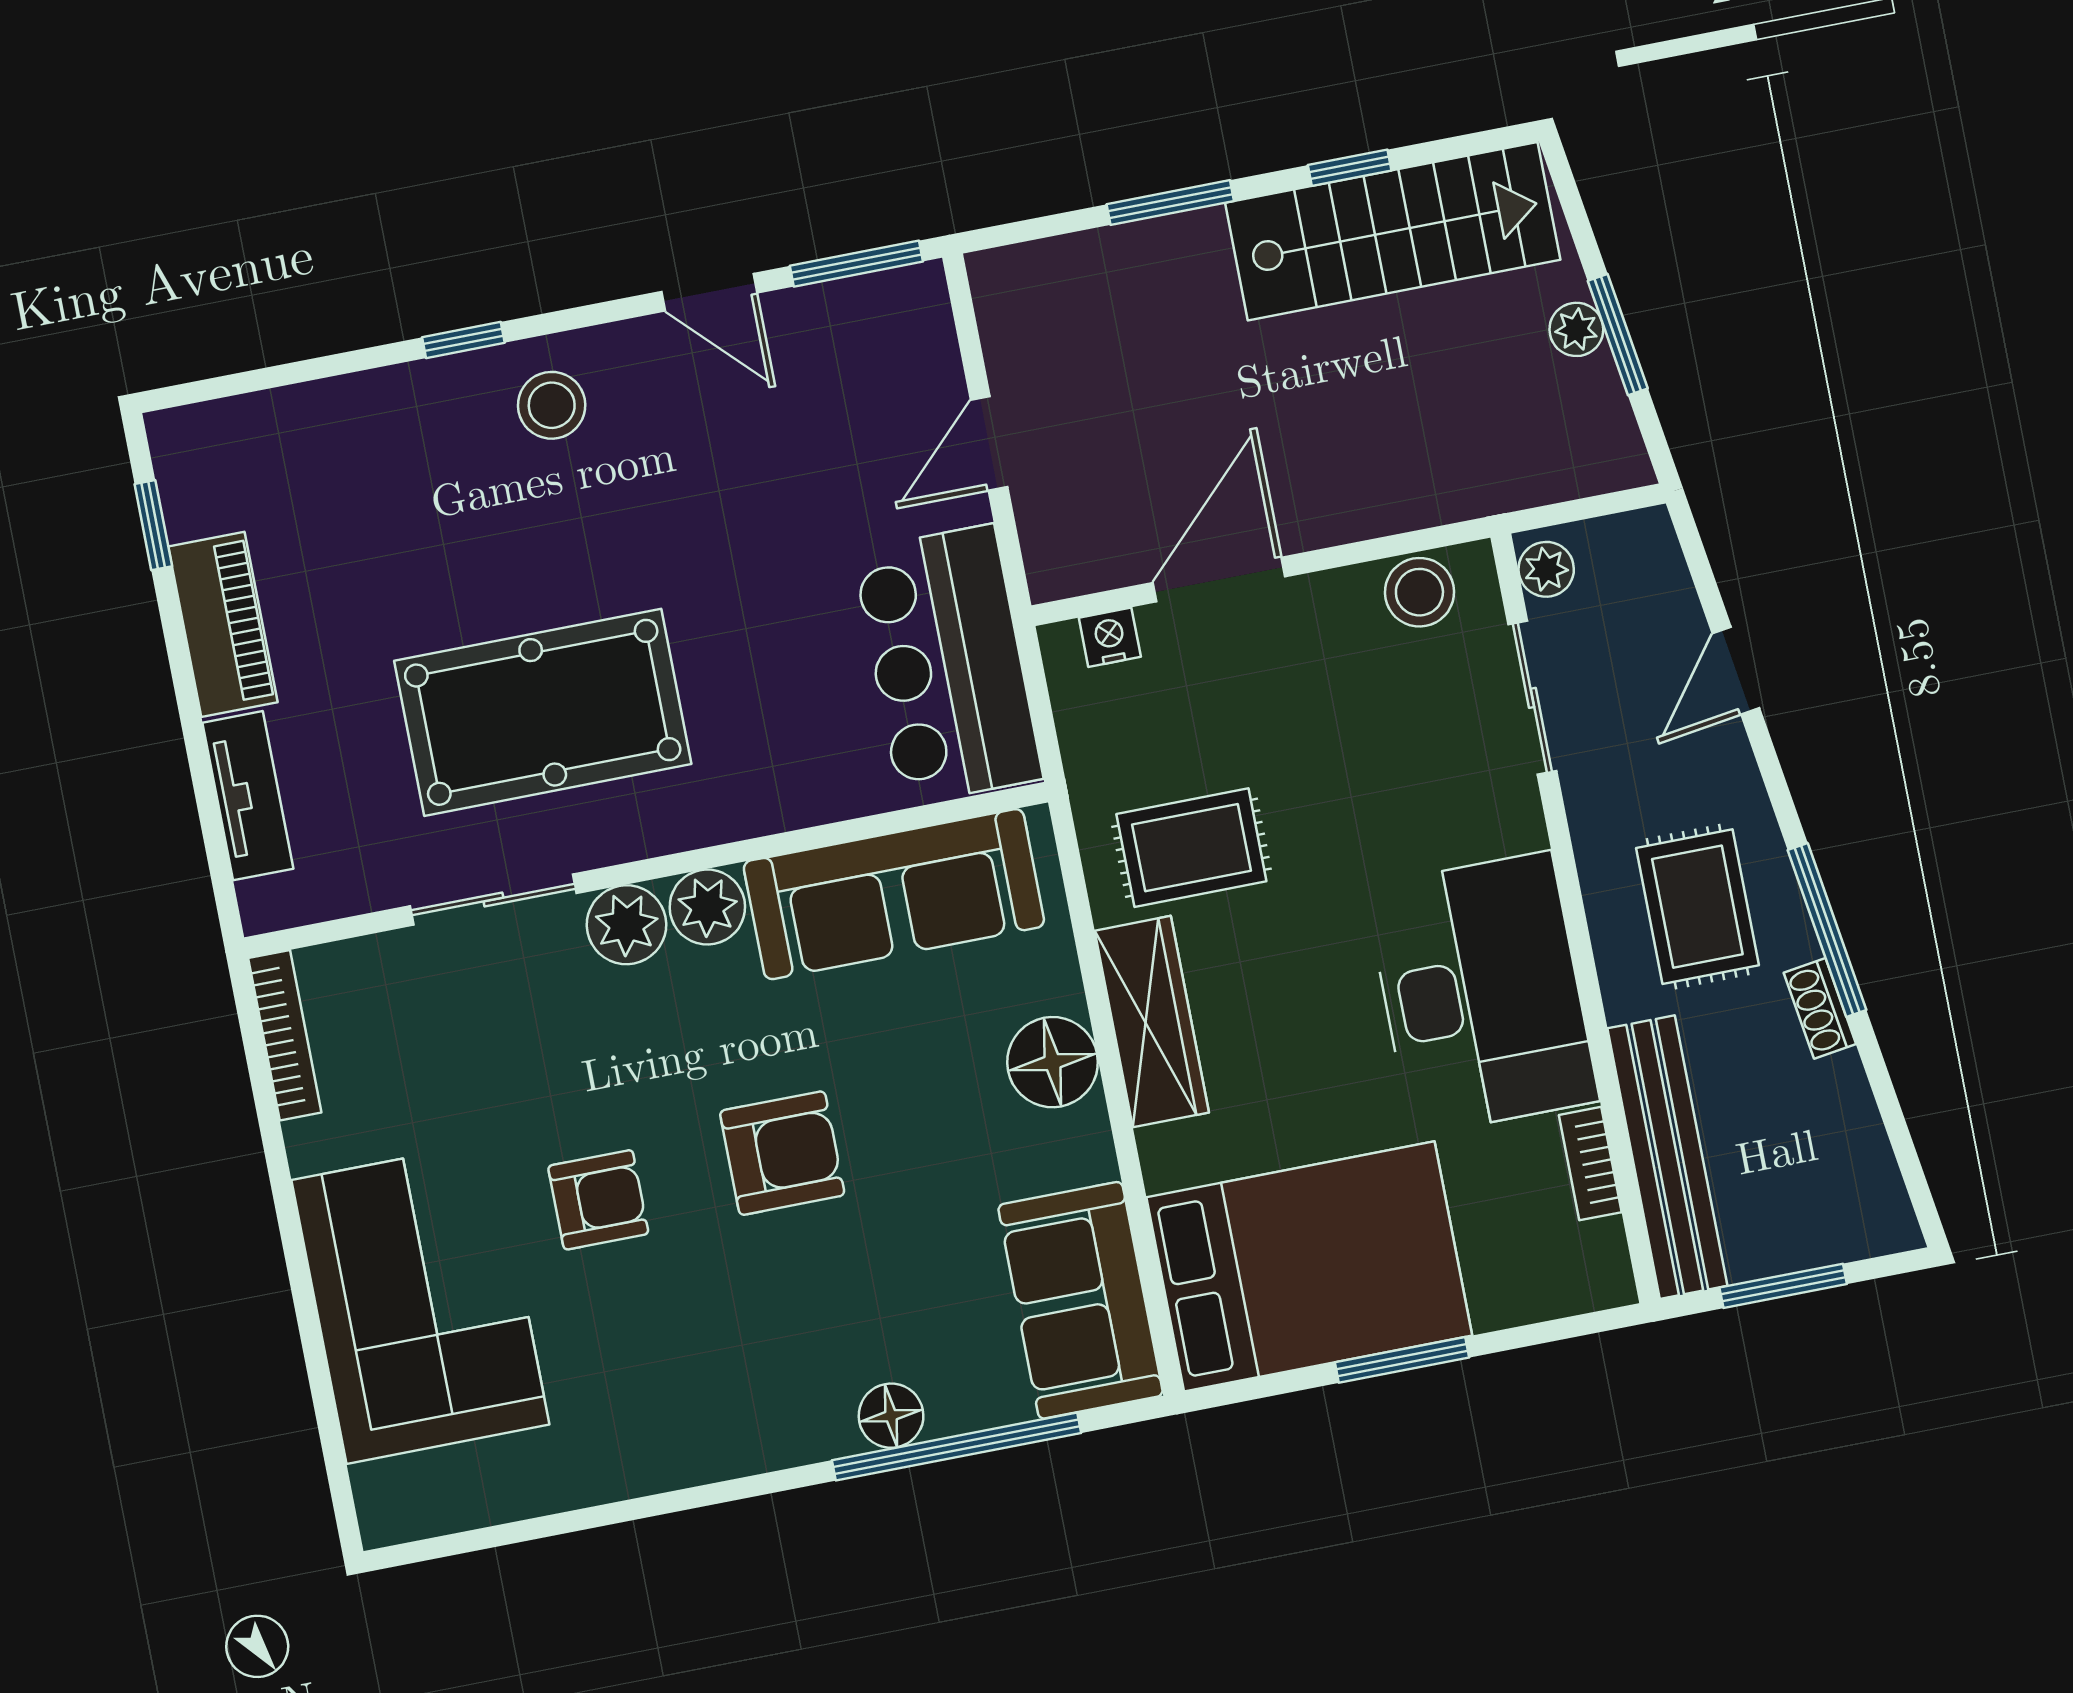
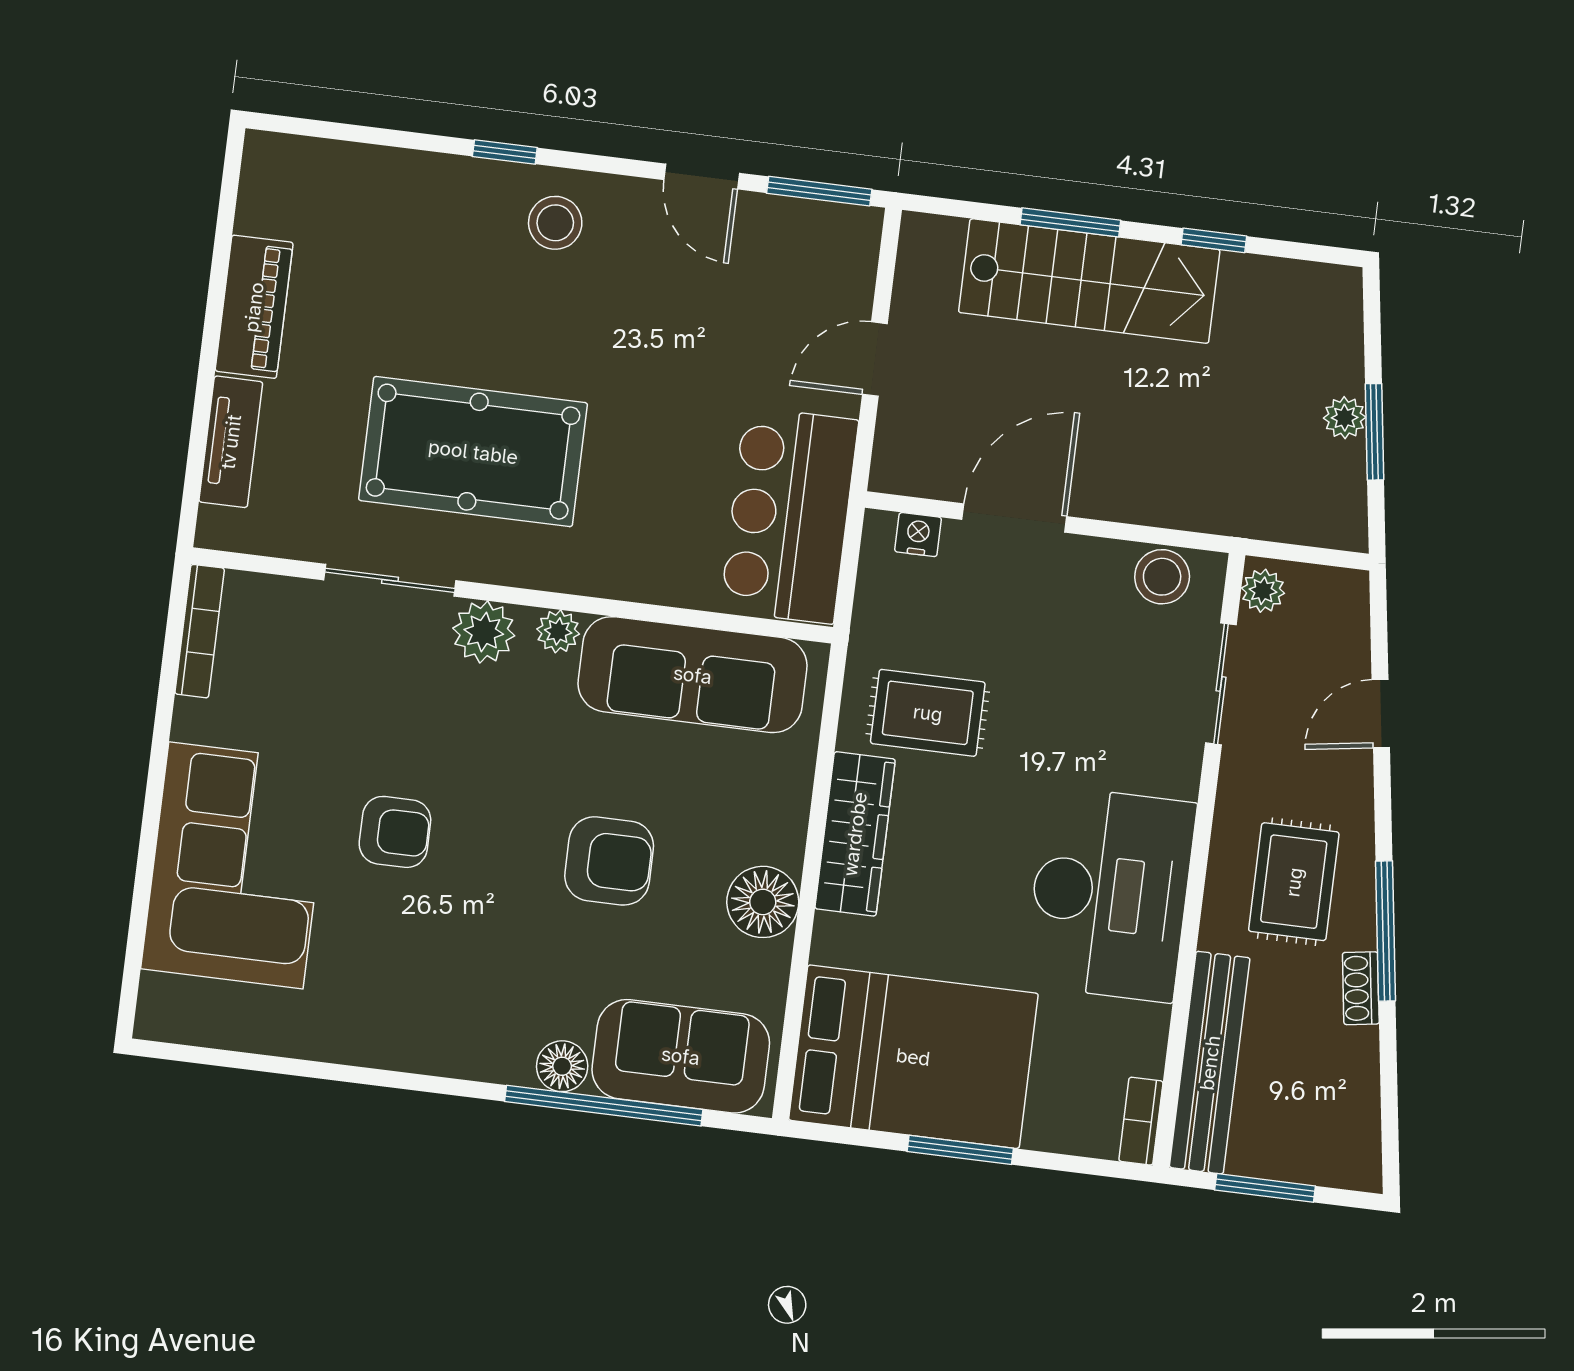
stairs: (1393, 231) -> (1089, 281), moved
window: (153, 525) -> (226, 215), removed
plant: (707, 907) -> (558, 631), width x0.73, depth x0.73
floor lamp: (1053, 1062) -> (763, 902), moved
armchair: (782, 1153) -> (609, 861), moved
bookcase: (1590, 1164) -> (1141, 1121), moved
sofa: (1080, 1300) -> (681, 1056), moved, turned 90

